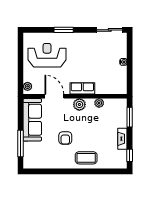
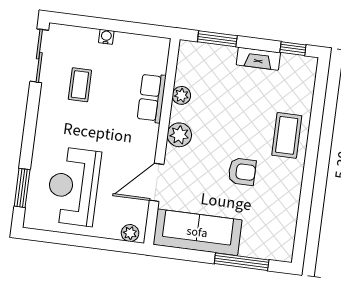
window: (64, 30) -> (22, 188), moved
coffee table: (98, 52) -> (80, 85), added
row of seats: (82, 88) -> (152, 98), moved

